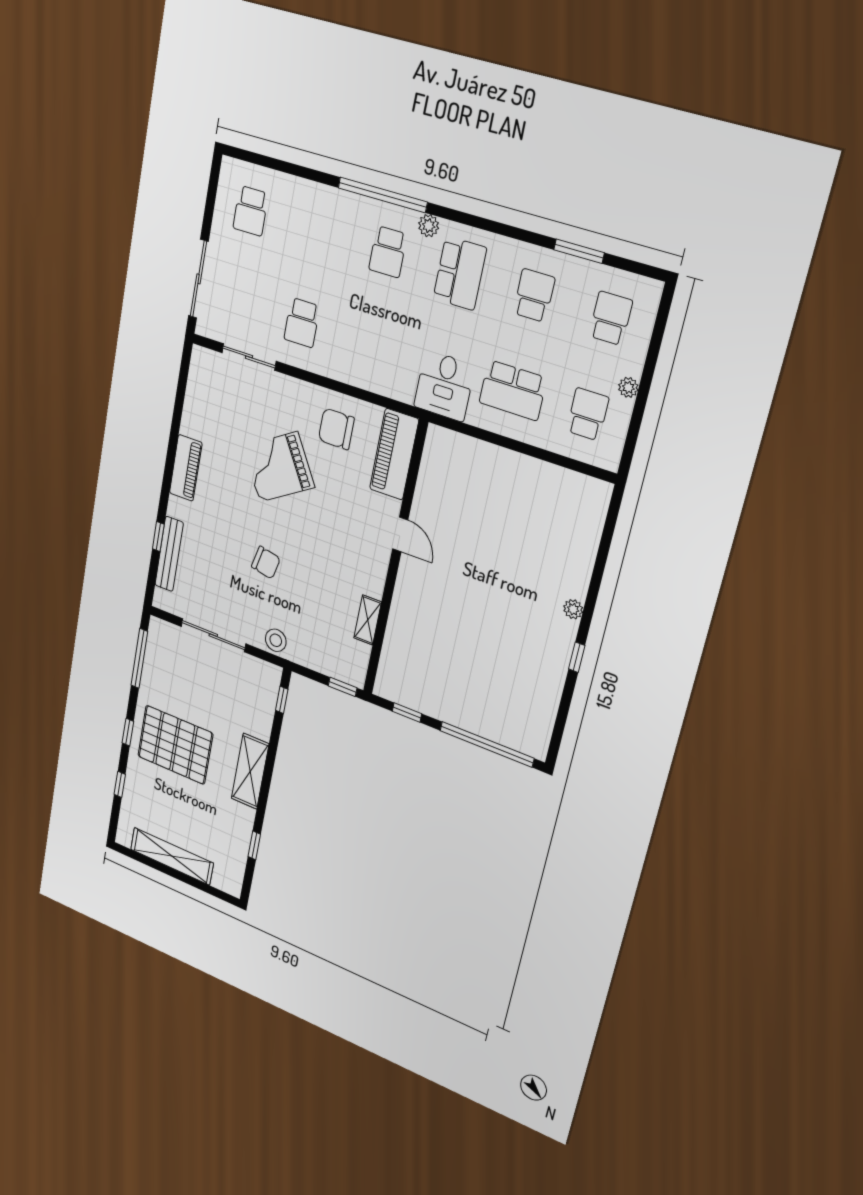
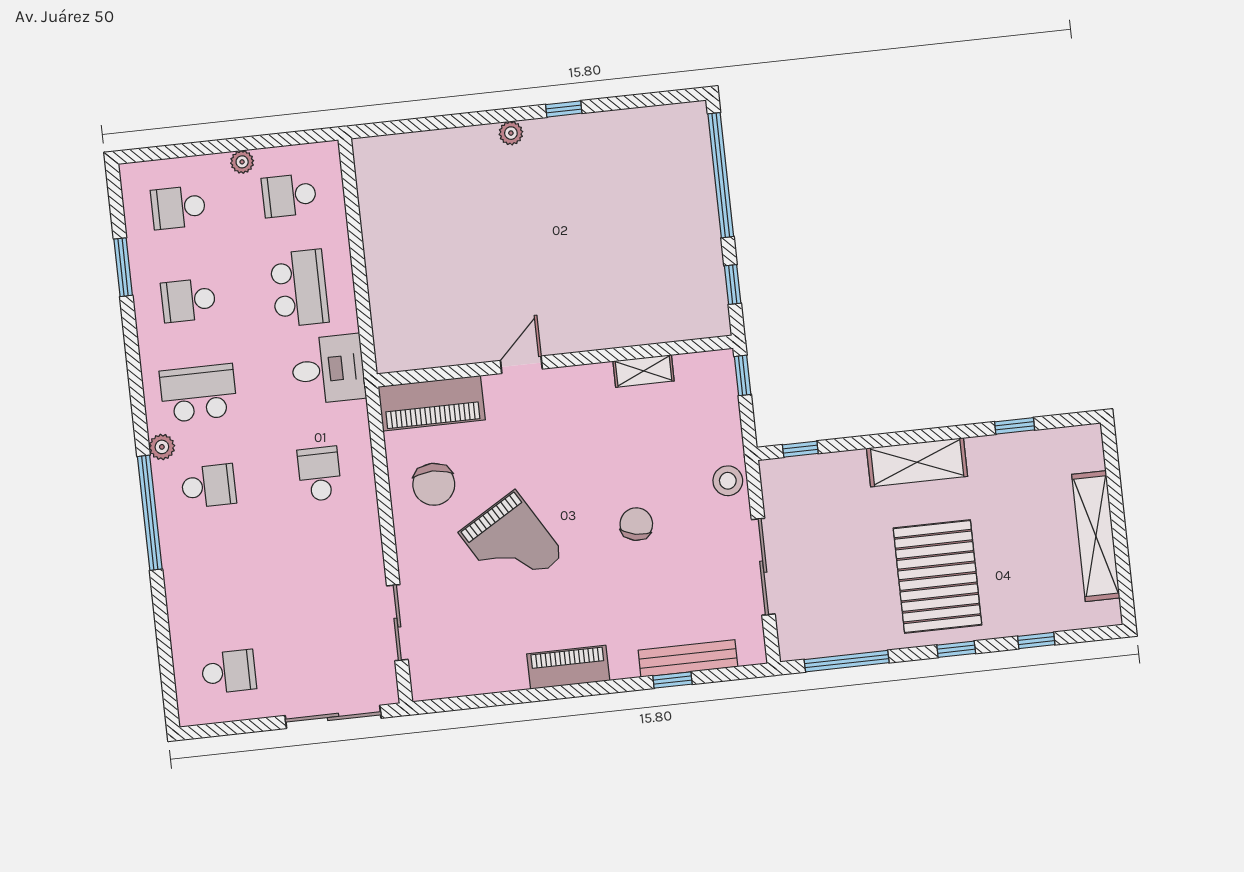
school desk: (302, 323) -> (319, 474), moved, turned -90

